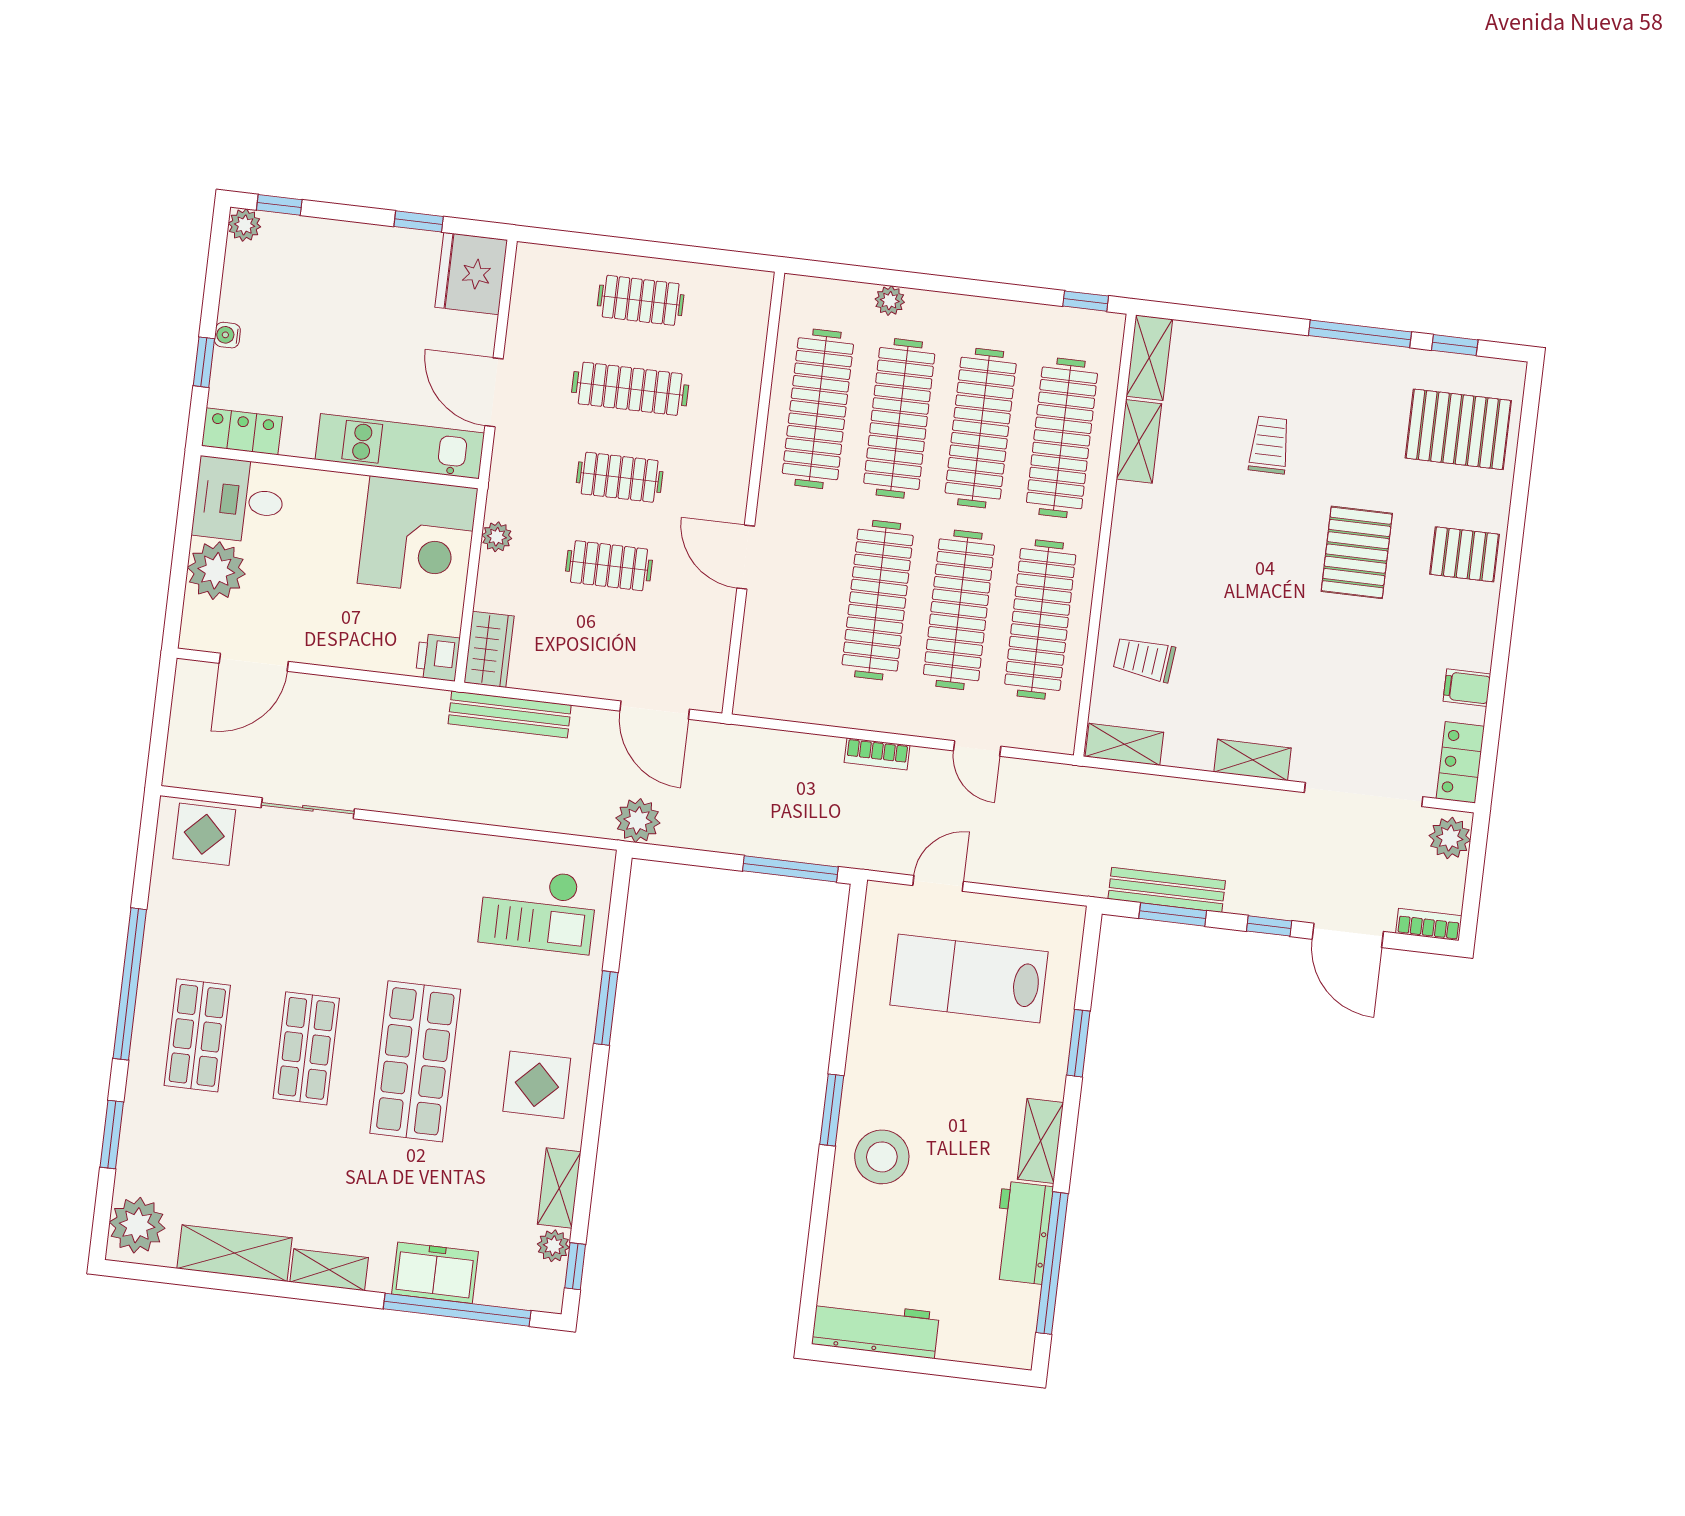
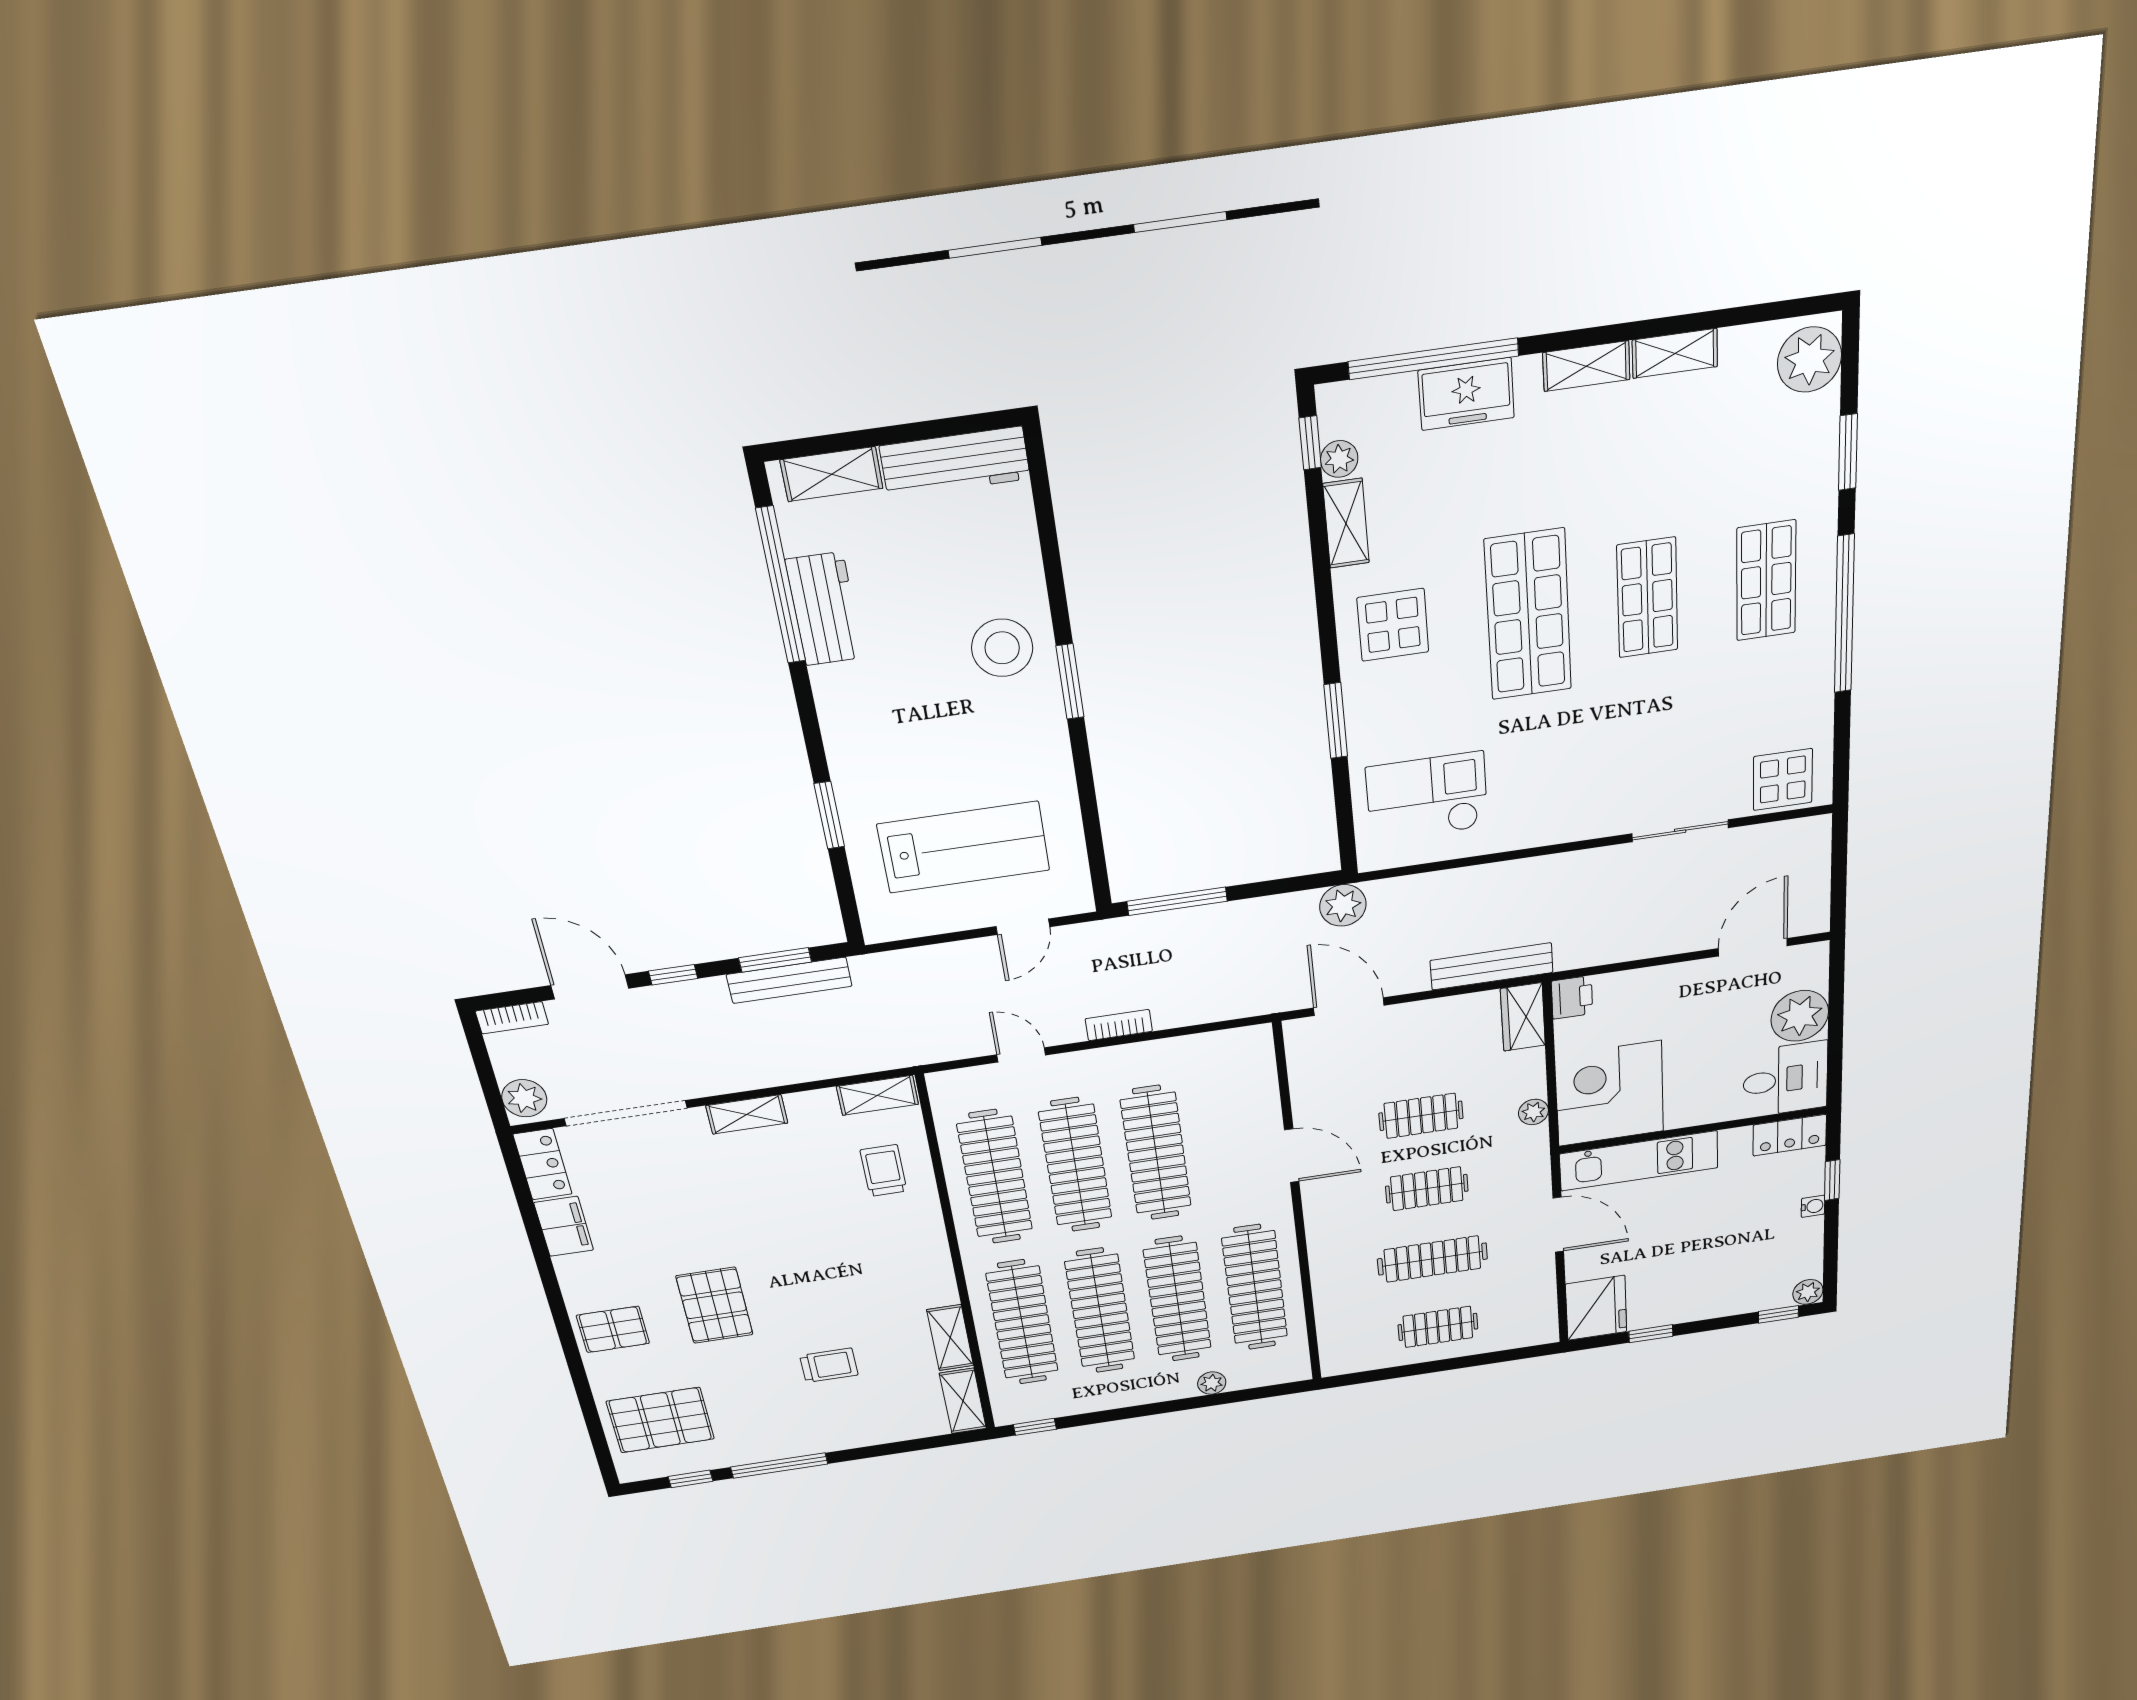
trolley: (1269, 445) -> (829, 1365), turned -90
trolley: (1144, 659) -> (884, 1171), turned -96
filing cabinet: (1467, 688) -> (564, 1226), width x2.00
shelving: (1040, 1141) -> (832, 474), moved, turned 90
shelving: (234, 1253) -> (1675, 353), width x0.67, depth x0.75

